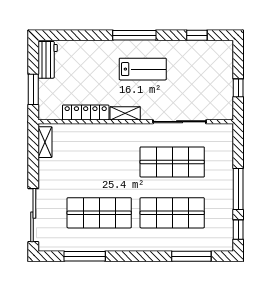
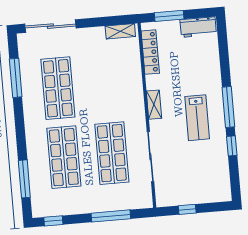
window: (197, 35) -> (232, 146), moved
locker: (86, 112) -> (150, 52), moved
window: (238, 189) -> (111, 216), moved

